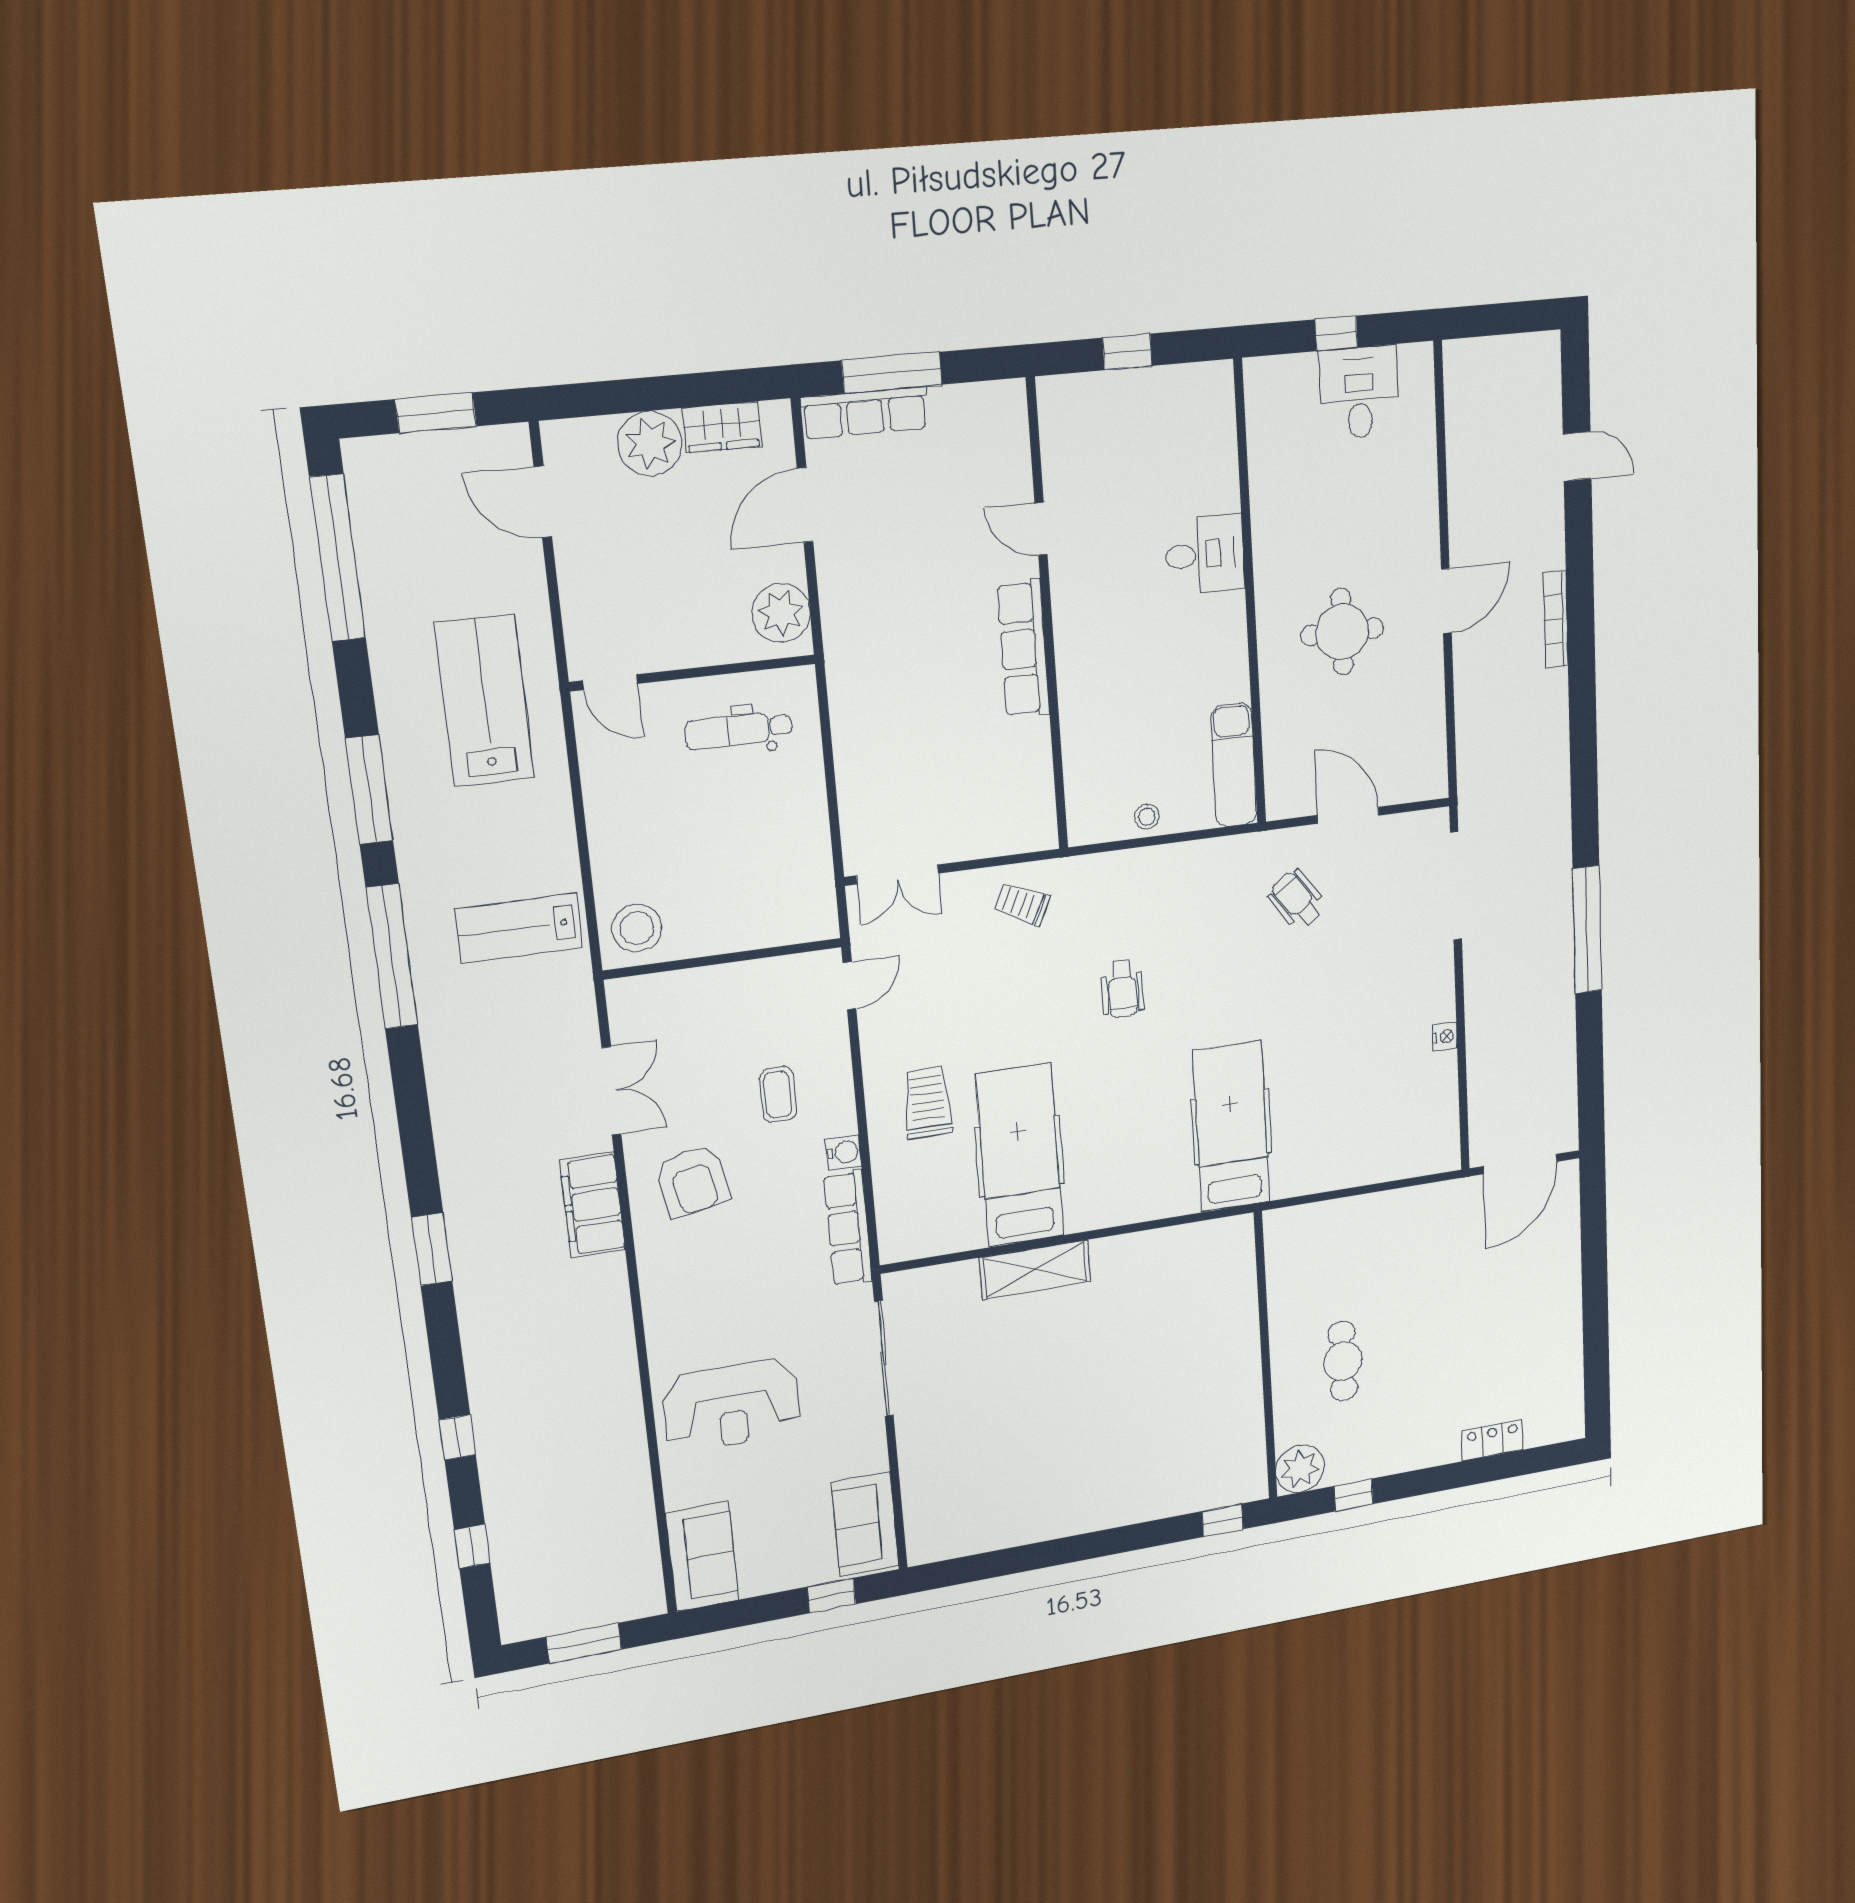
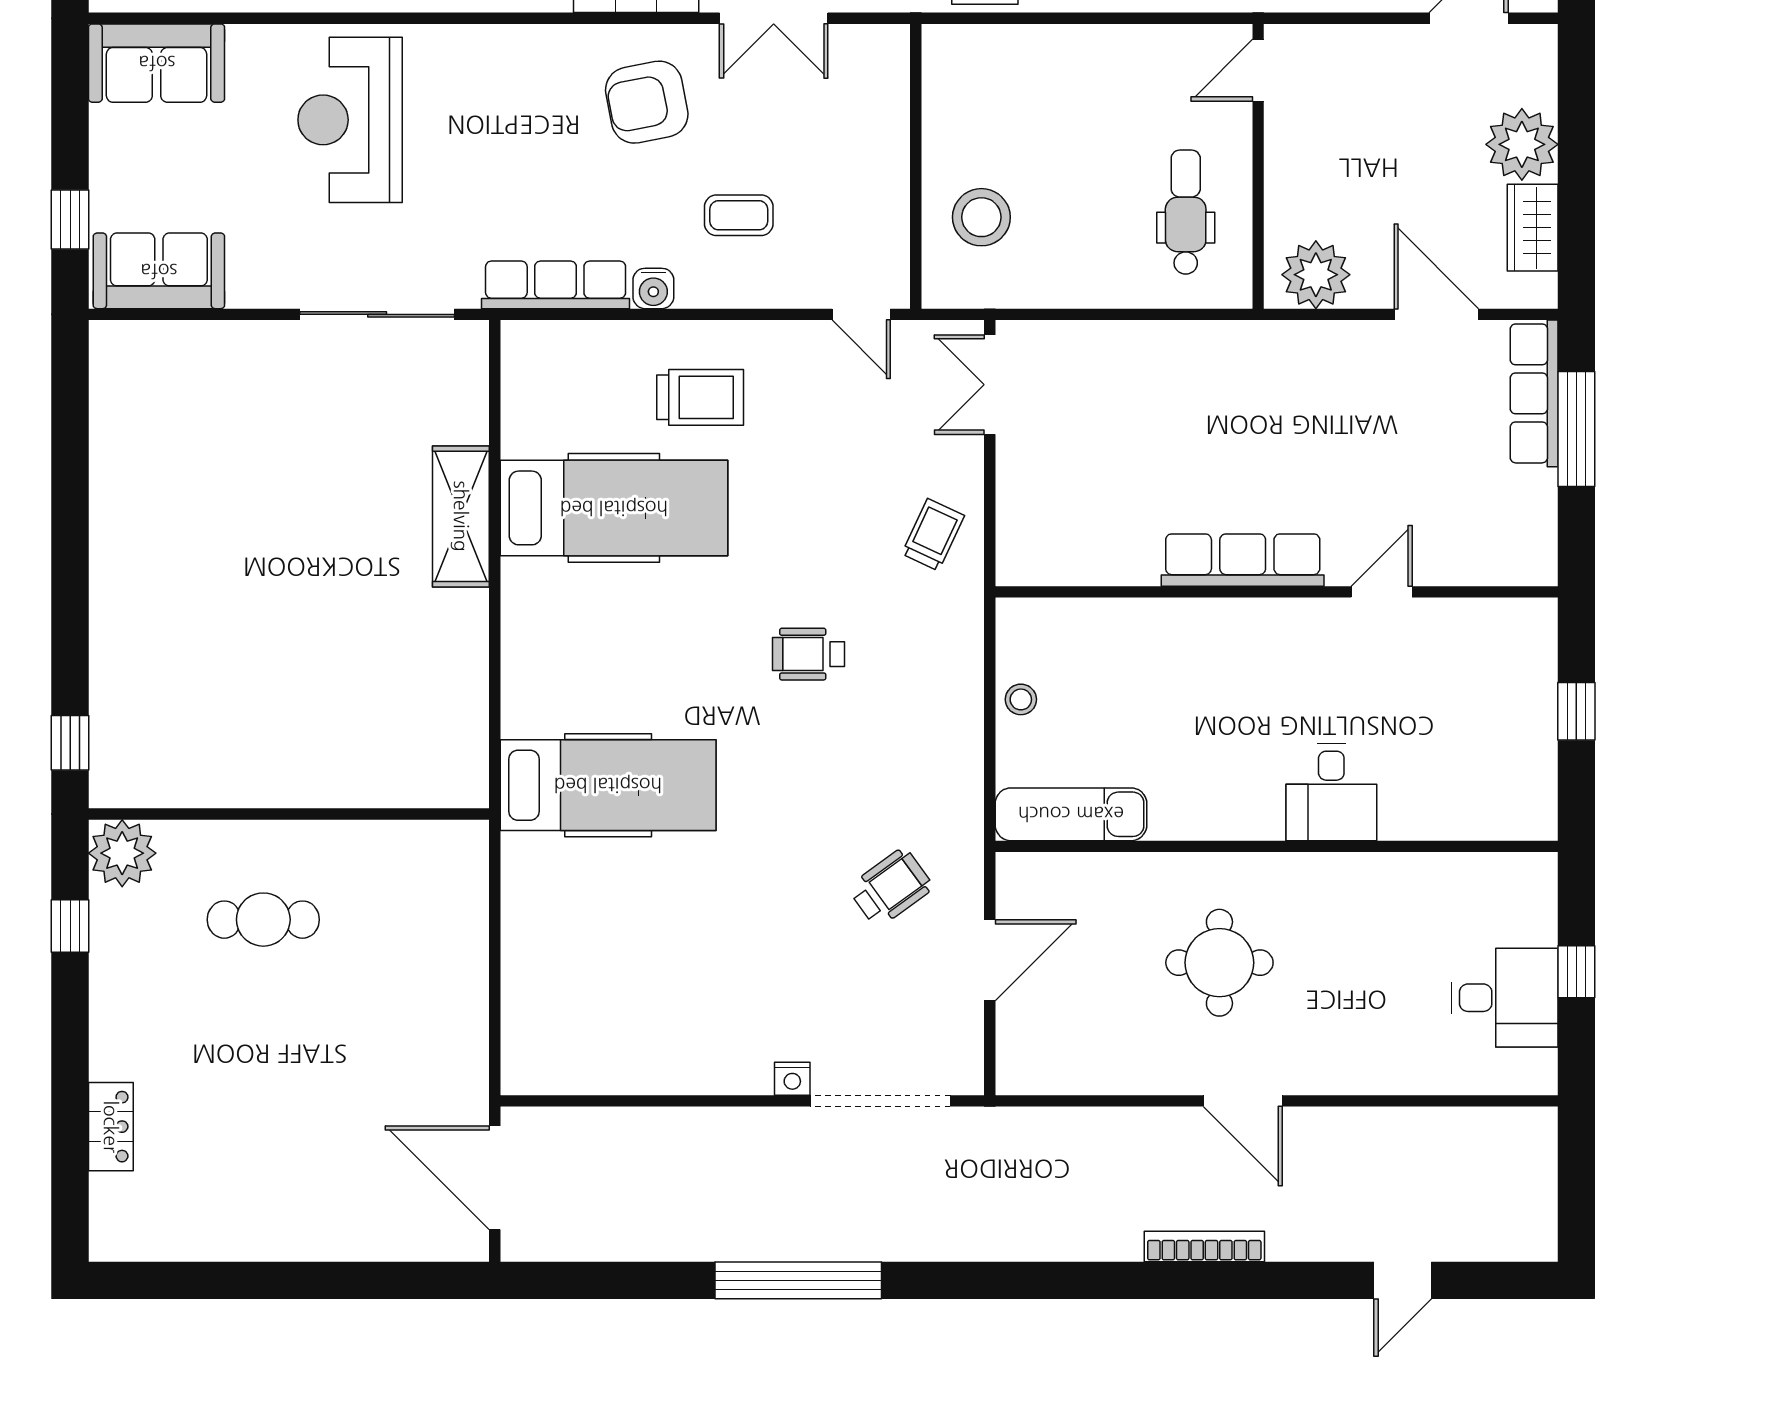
stool: (637, 928) -> (981, 217), moved
nightstand: (1445, 1037) -> (792, 1079), moved

